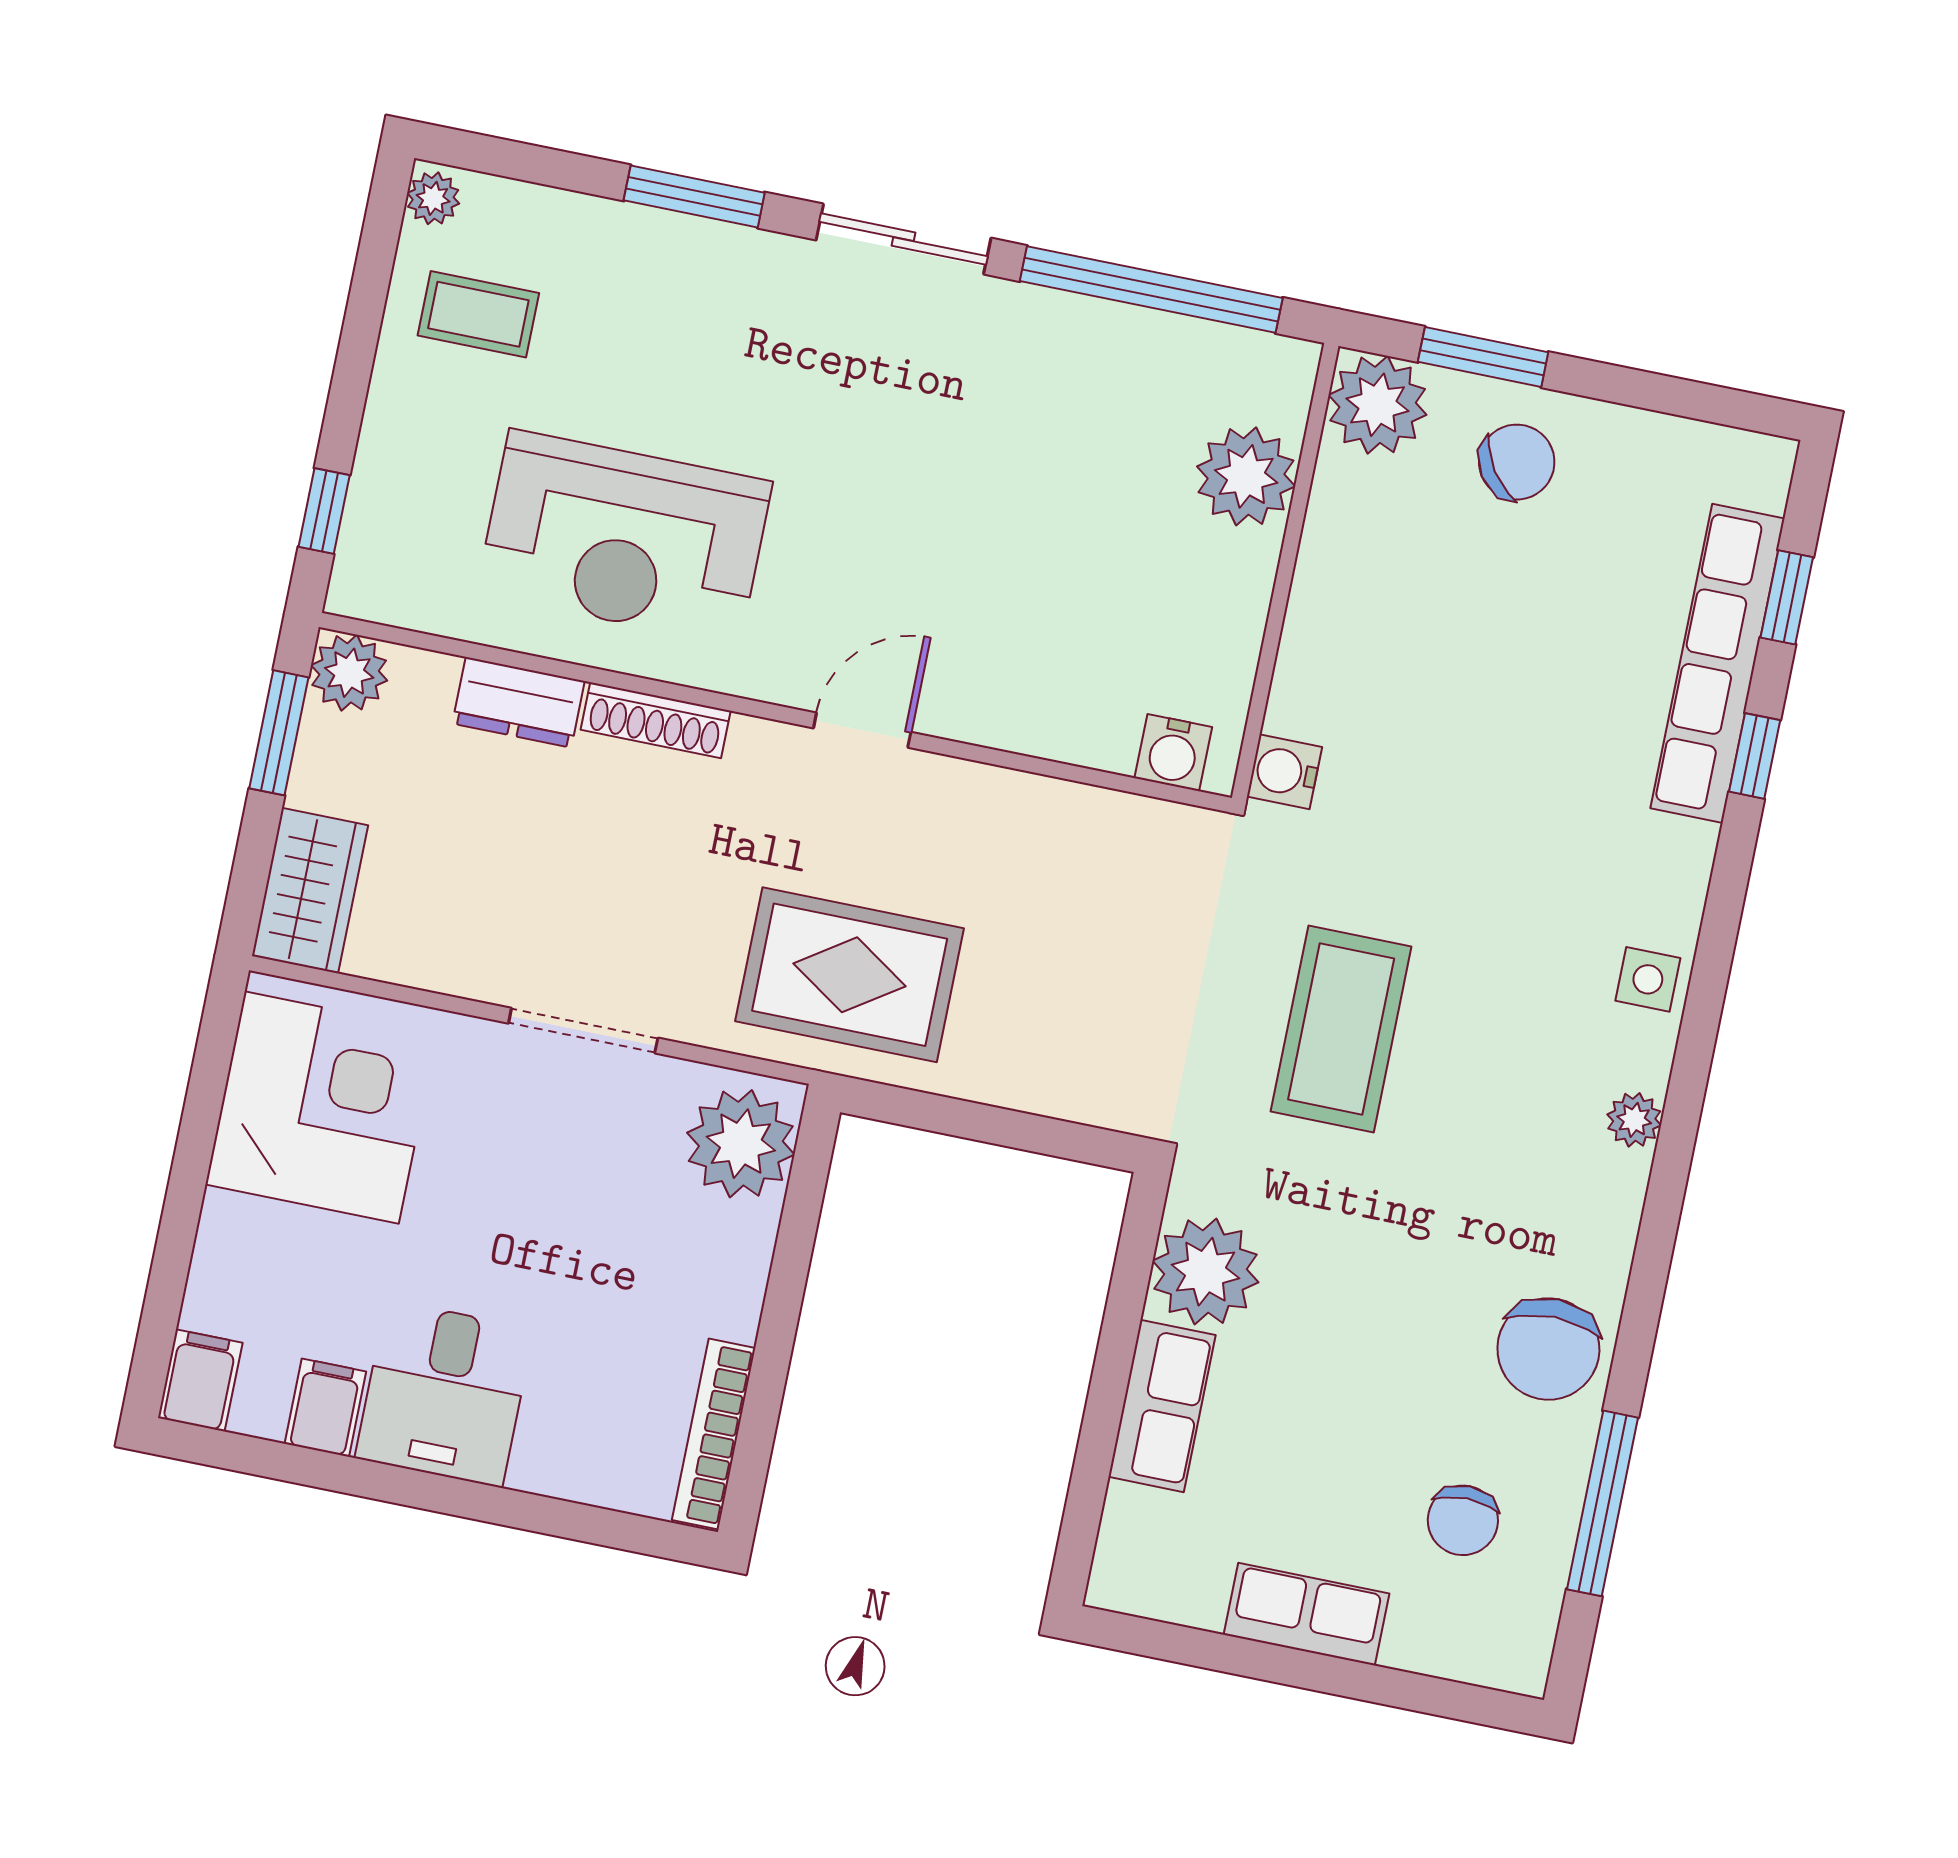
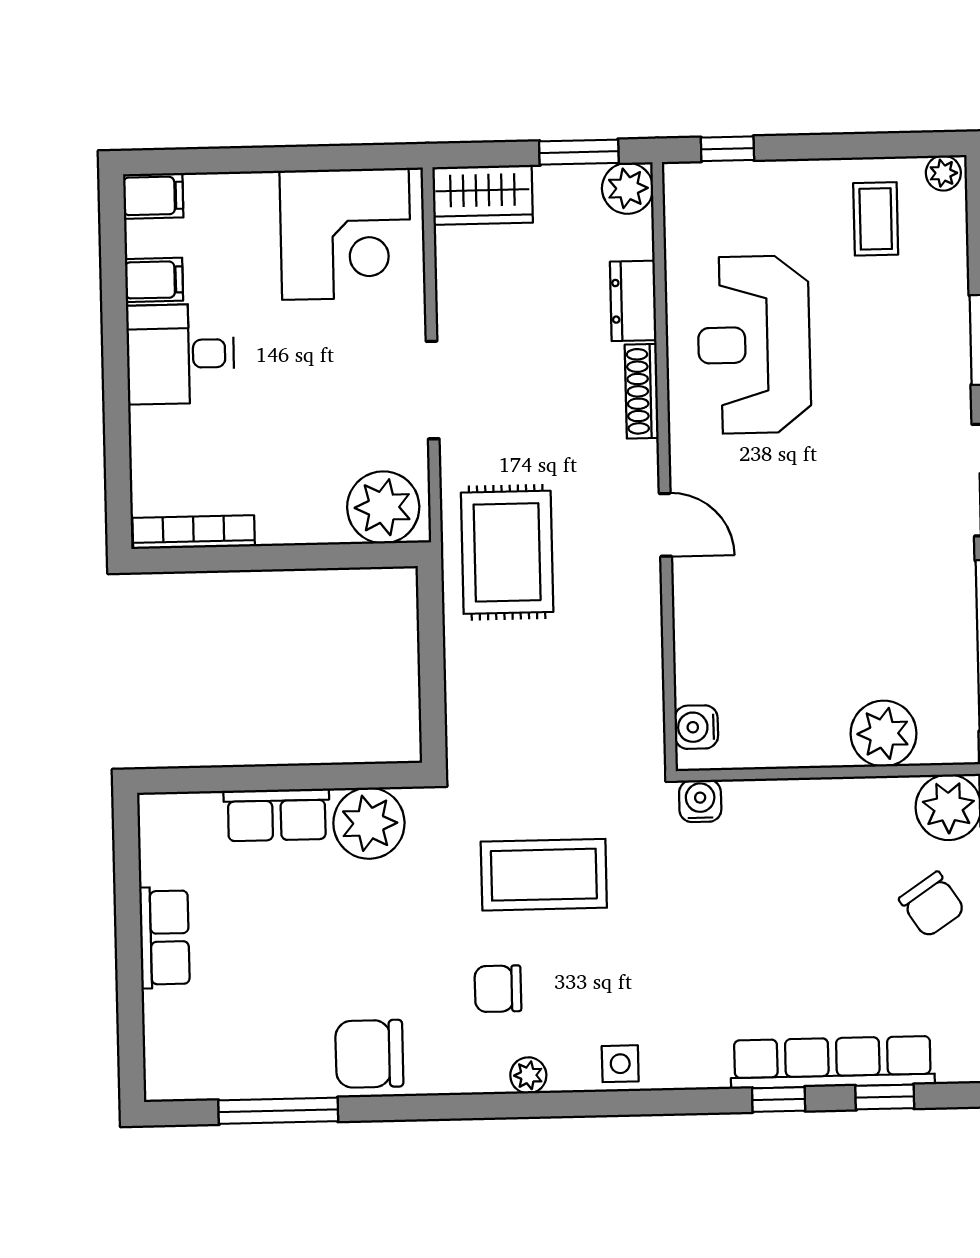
chair: (1463, 1520) -> (498, 989), moved

